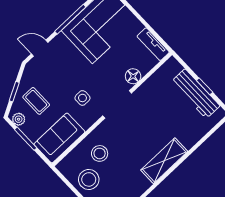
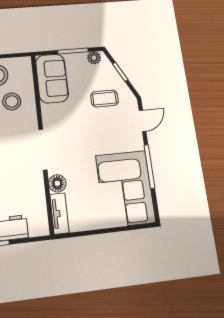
tv unit: (153, 44) -> (59, 214), moved, turned 90
side table: (82, 98) -> (72, 124), removed
coffee table: (36, 101) -> (104, 98), moved

